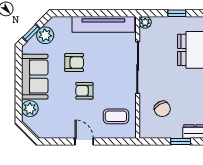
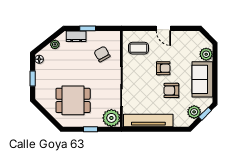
plant: (145, 22) -> (111, 118), width x1.87, depth x1.87

